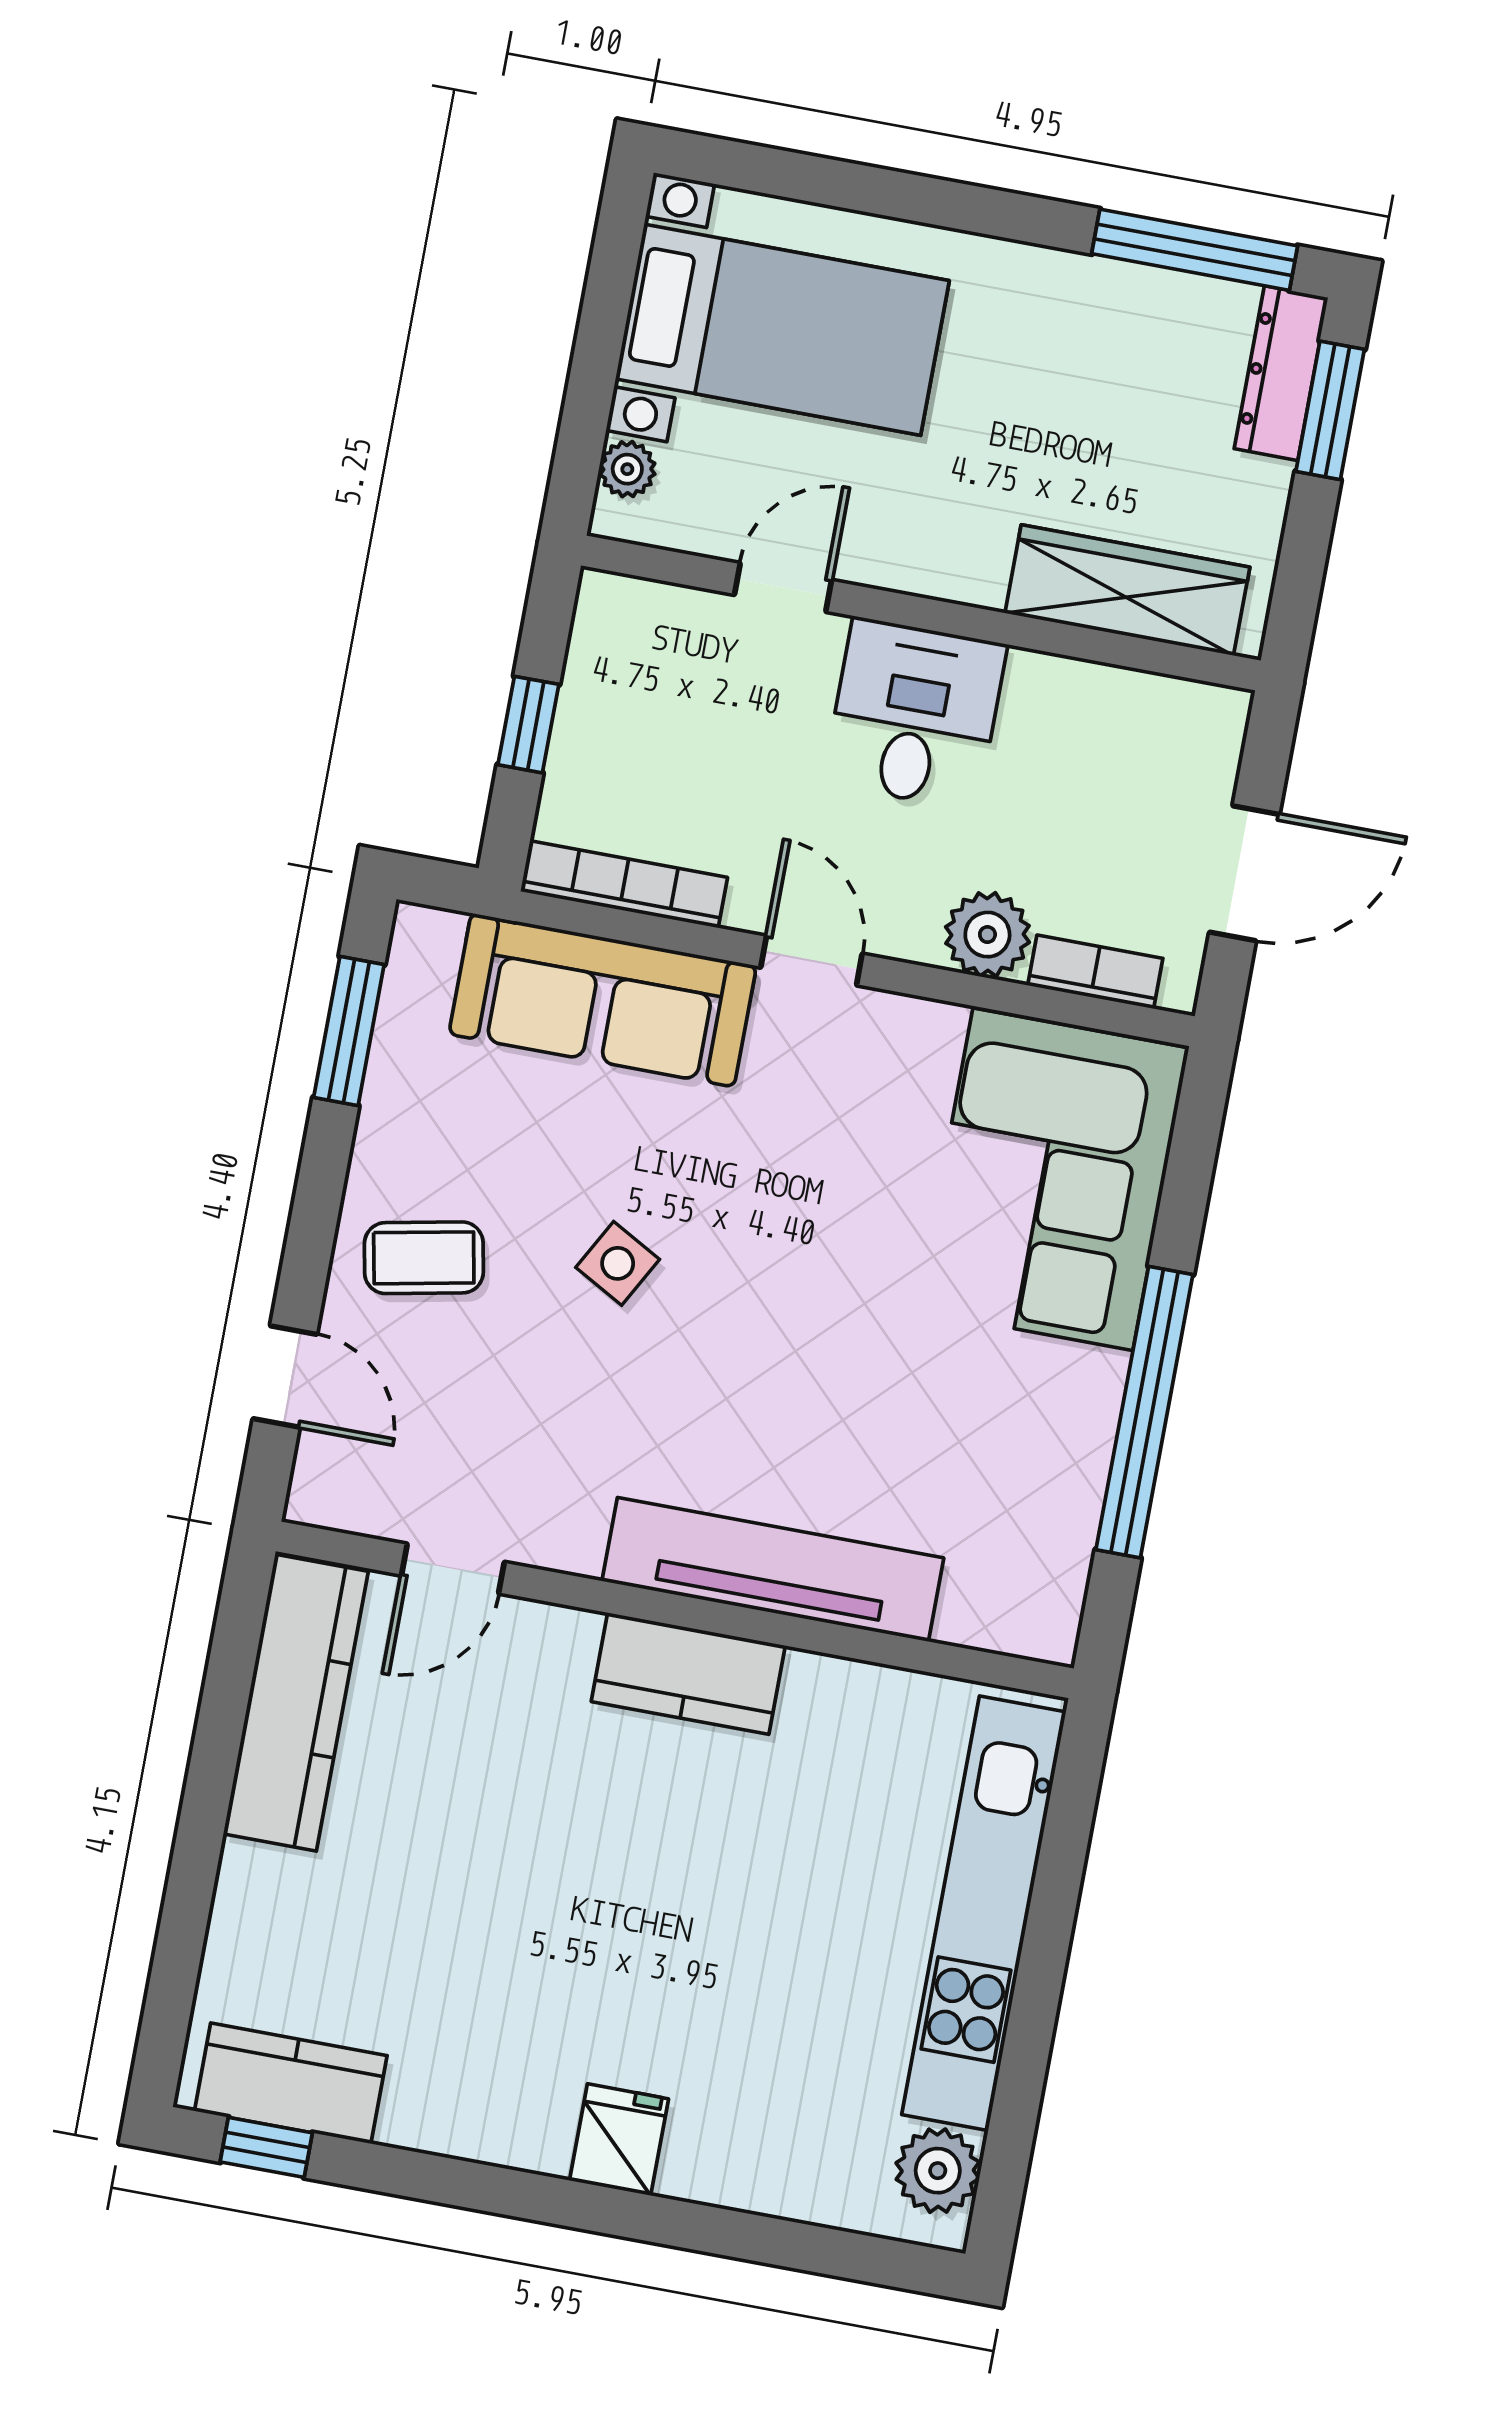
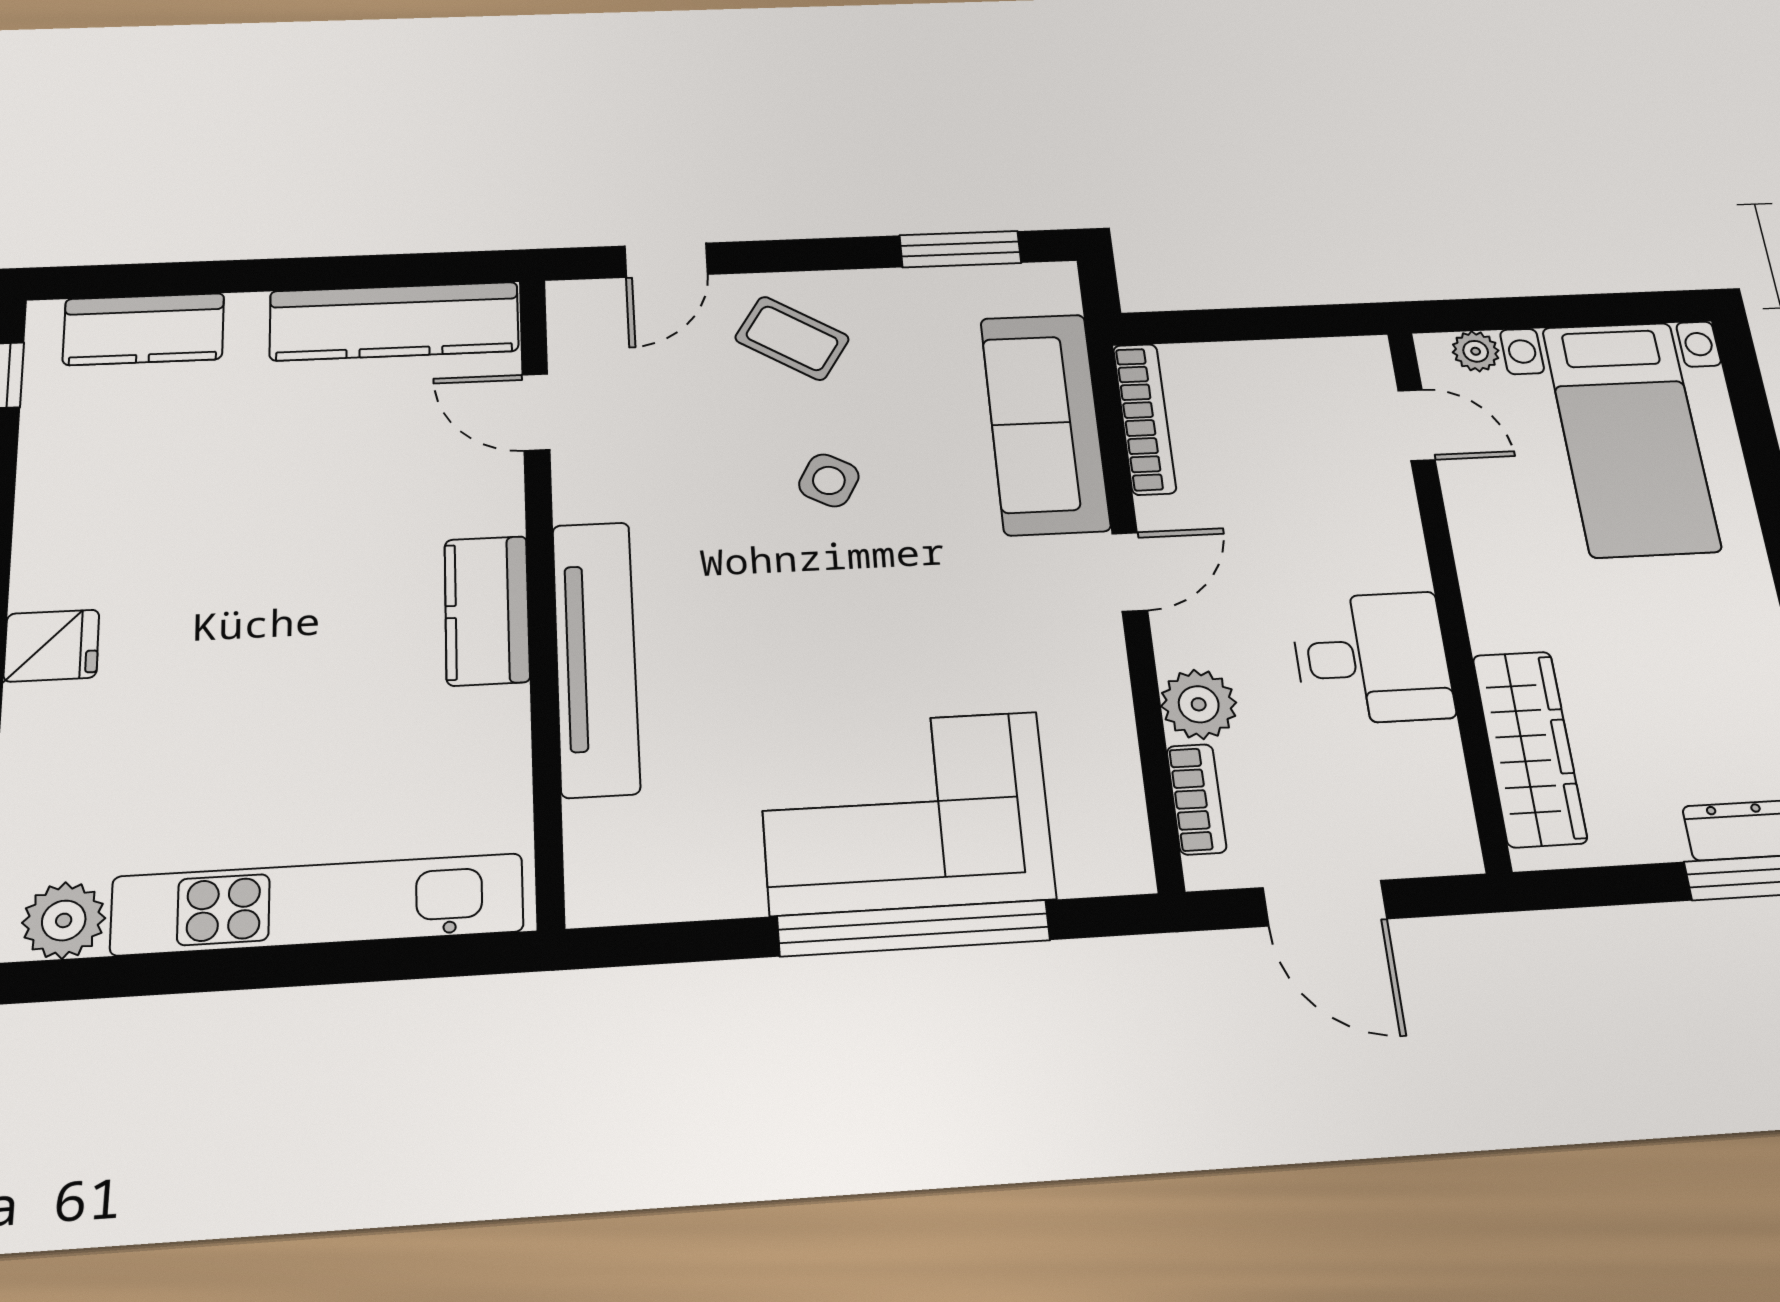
door: (783, 587) -> (1417, 425), moved
desk: (915, 714) -> (1372, 658), moved
window: (528, 725) -> (1248, 324), removed
corner sofa: (1053, 1179) -> (905, 812), moved
coffee table: (424, 1258) -> (792, 338), turned -47
window: (1144, 1412) -> (914, 928), moved
kitchen counter: (291, 2083) -> (144, 329), moved, turned 90

